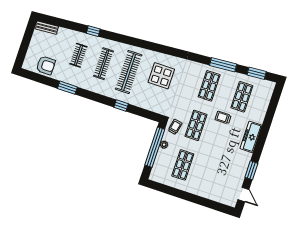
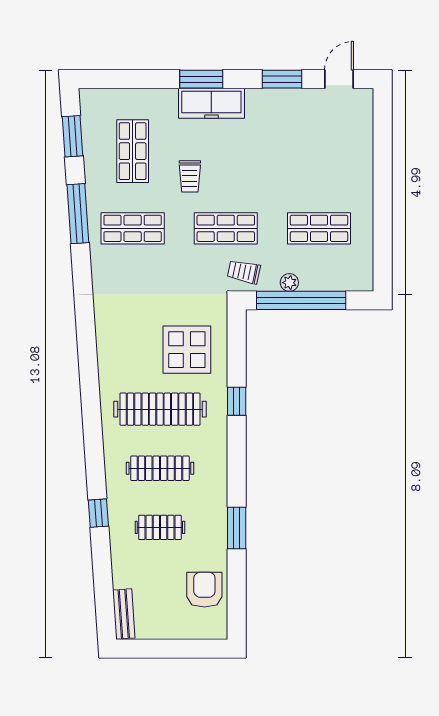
display table: (161, 76) -> (187, 350), moved
shop shelf: (242, 97) -> (133, 151), turned 90
window: (263, 136) -> (201, 79), added

